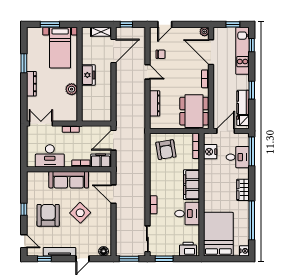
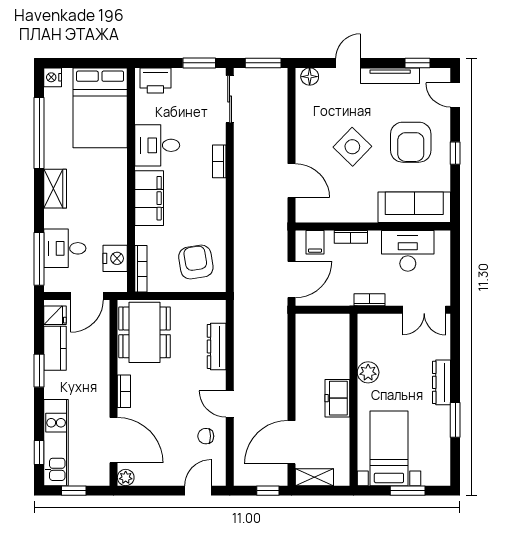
filing cabinet: (101, 160) -> (315, 242), width x0.50
sofa: (69, 180) -> (414, 207), moved

